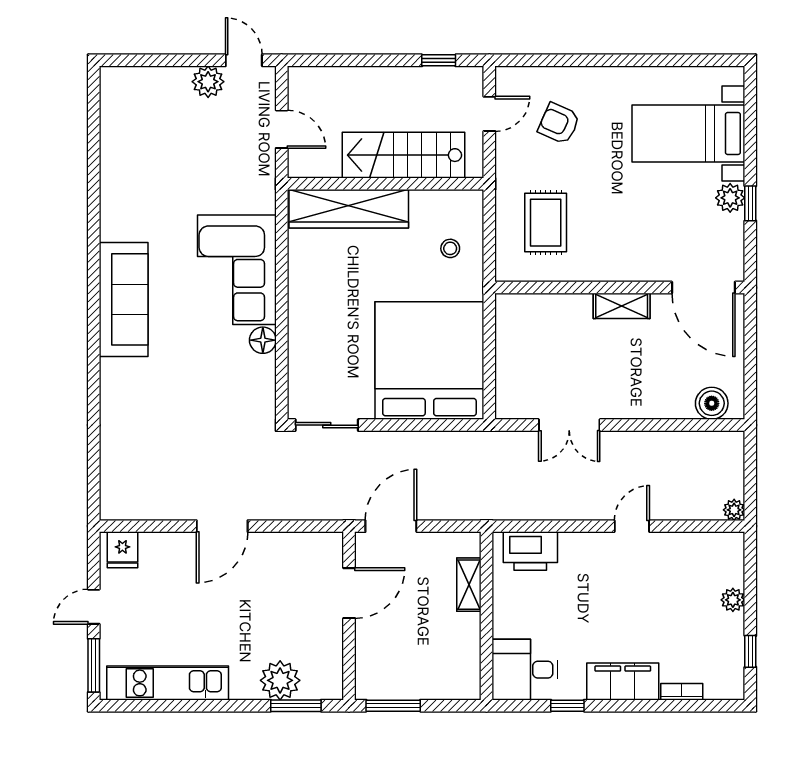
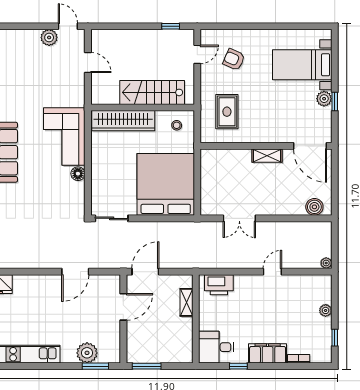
stairs: (404, 155) -> (152, 92), moved
wall: (385, 184) -> (143, 108), moved
wardrobe: (349, 209) -> (123, 121), moved
door: (222, 526) -> (75, 272), moved

